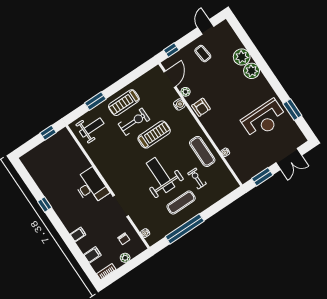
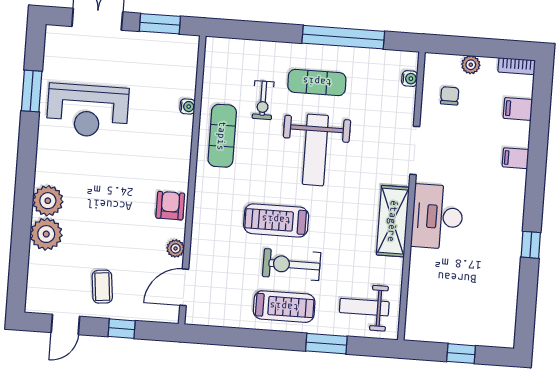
window: (171, 50) -> (122, 329), moved
water cooler: (179, 104) -> (200, 236), removed
reception desk: (264, 119) -> (88, 111), turned 180
window: (48, 133) -> (461, 354), moved
shelving: (107, 171) -> (393, 221), added

